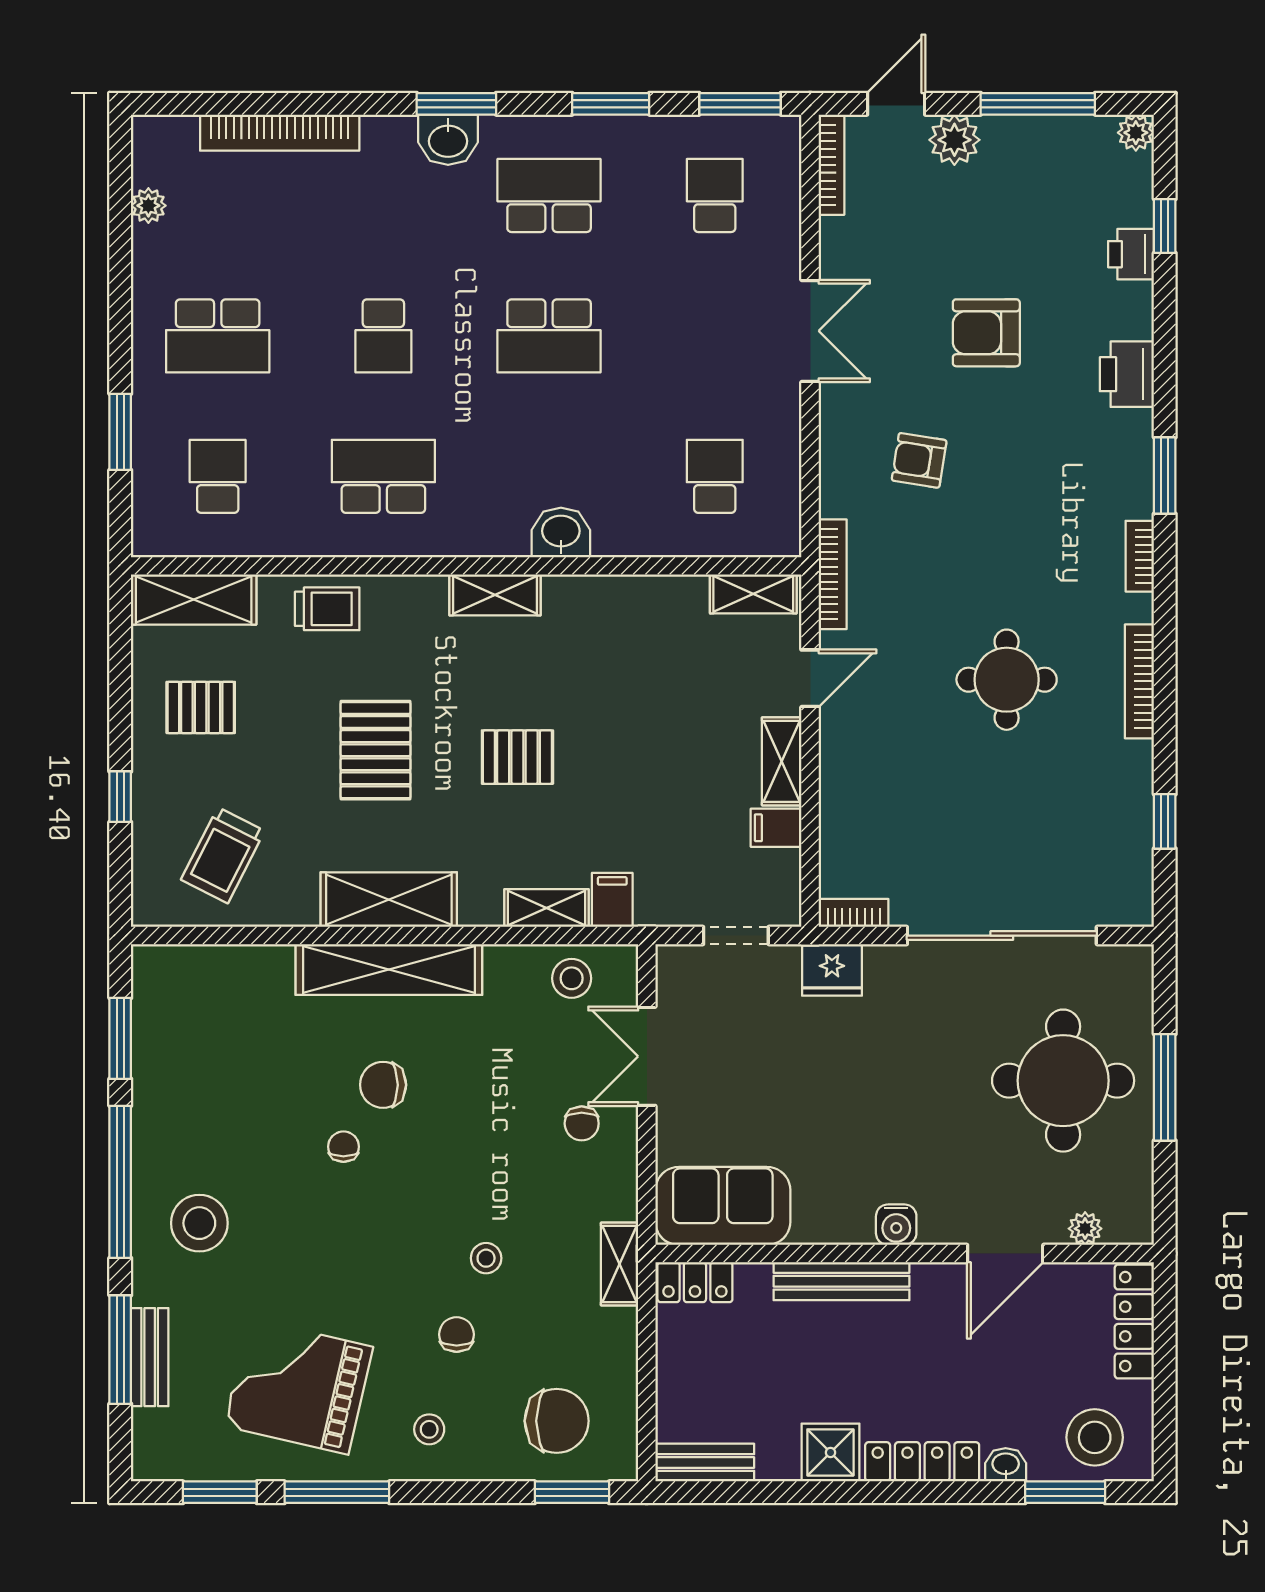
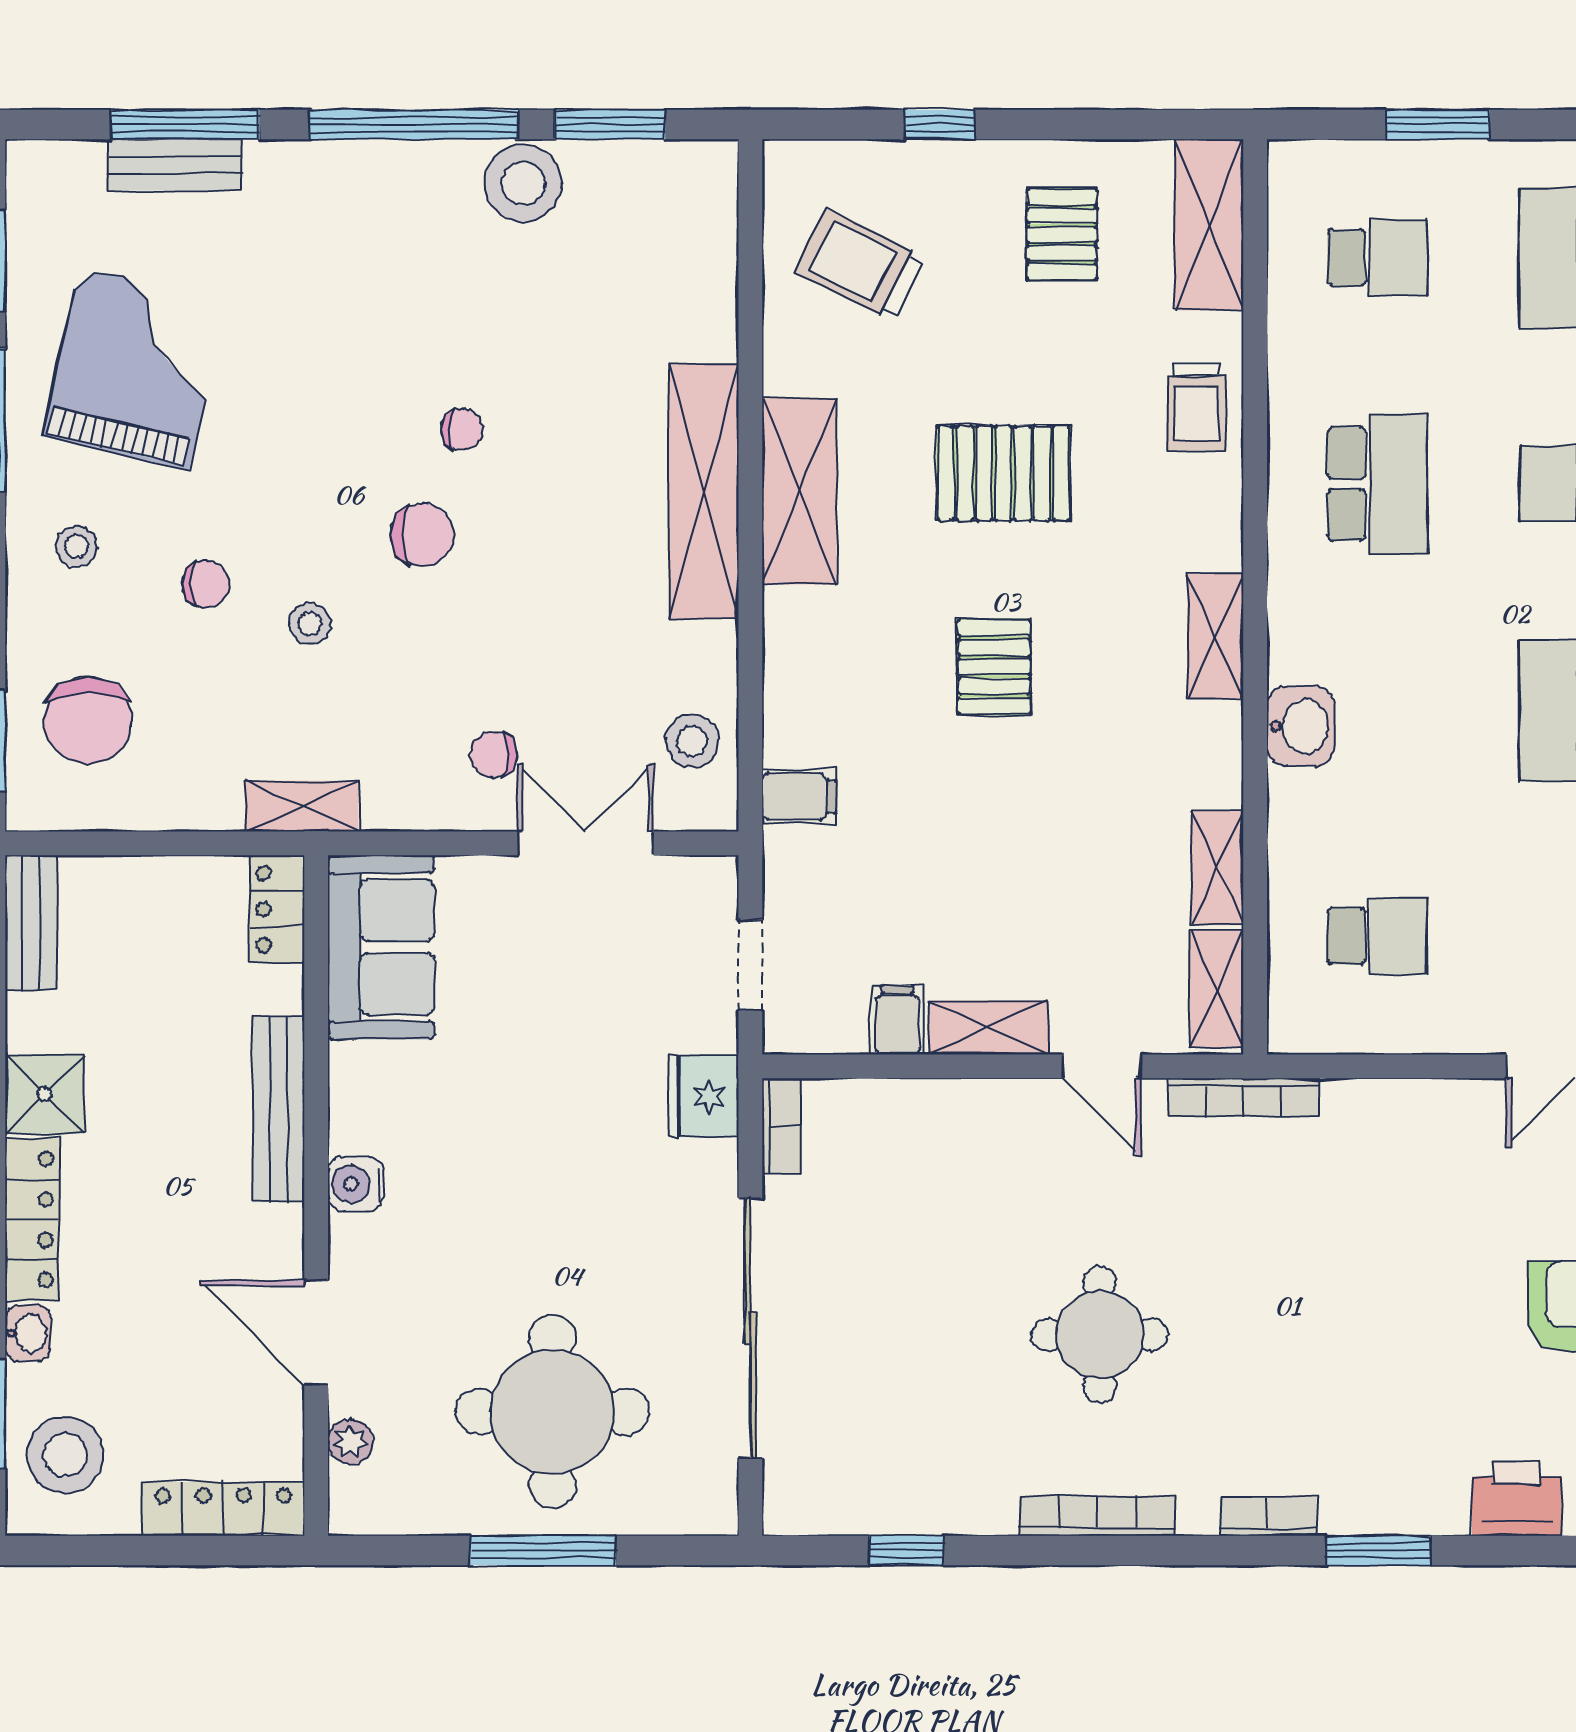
armchair: (919, 460) -> (1399, 1215), removed
shelving: (546, 908) -> (1218, 868), moved
chair: (383, 1085) -> (422, 535), moved, turned 90
stool: (199, 1223) -> (523, 183), moved

